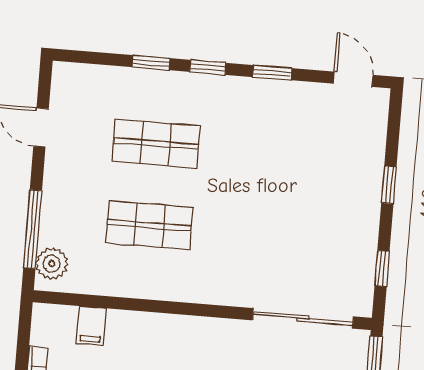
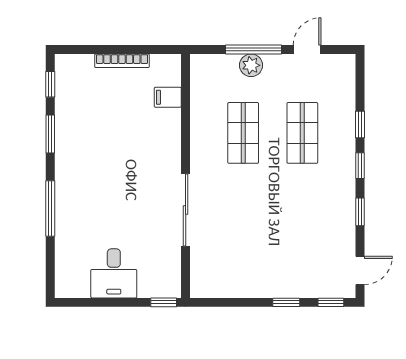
window: (33, 229) -> (254, 49), moved
plant: (52, 264) -> (251, 65), moved
window: (382, 269) -> (331, 302), moved
sliding door: (303, 318) -> (186, 210), moved

